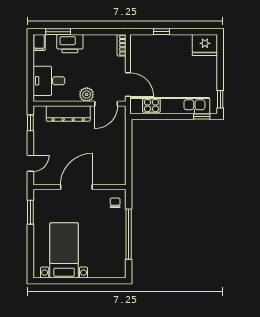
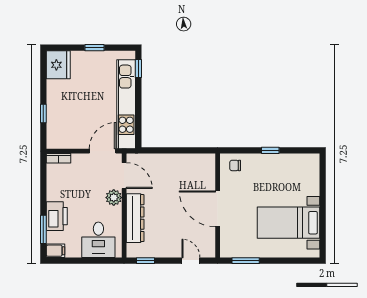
window: (220, 99) -> (94, 48), moved
window: (129, 234) -> (270, 150), width x0.32

